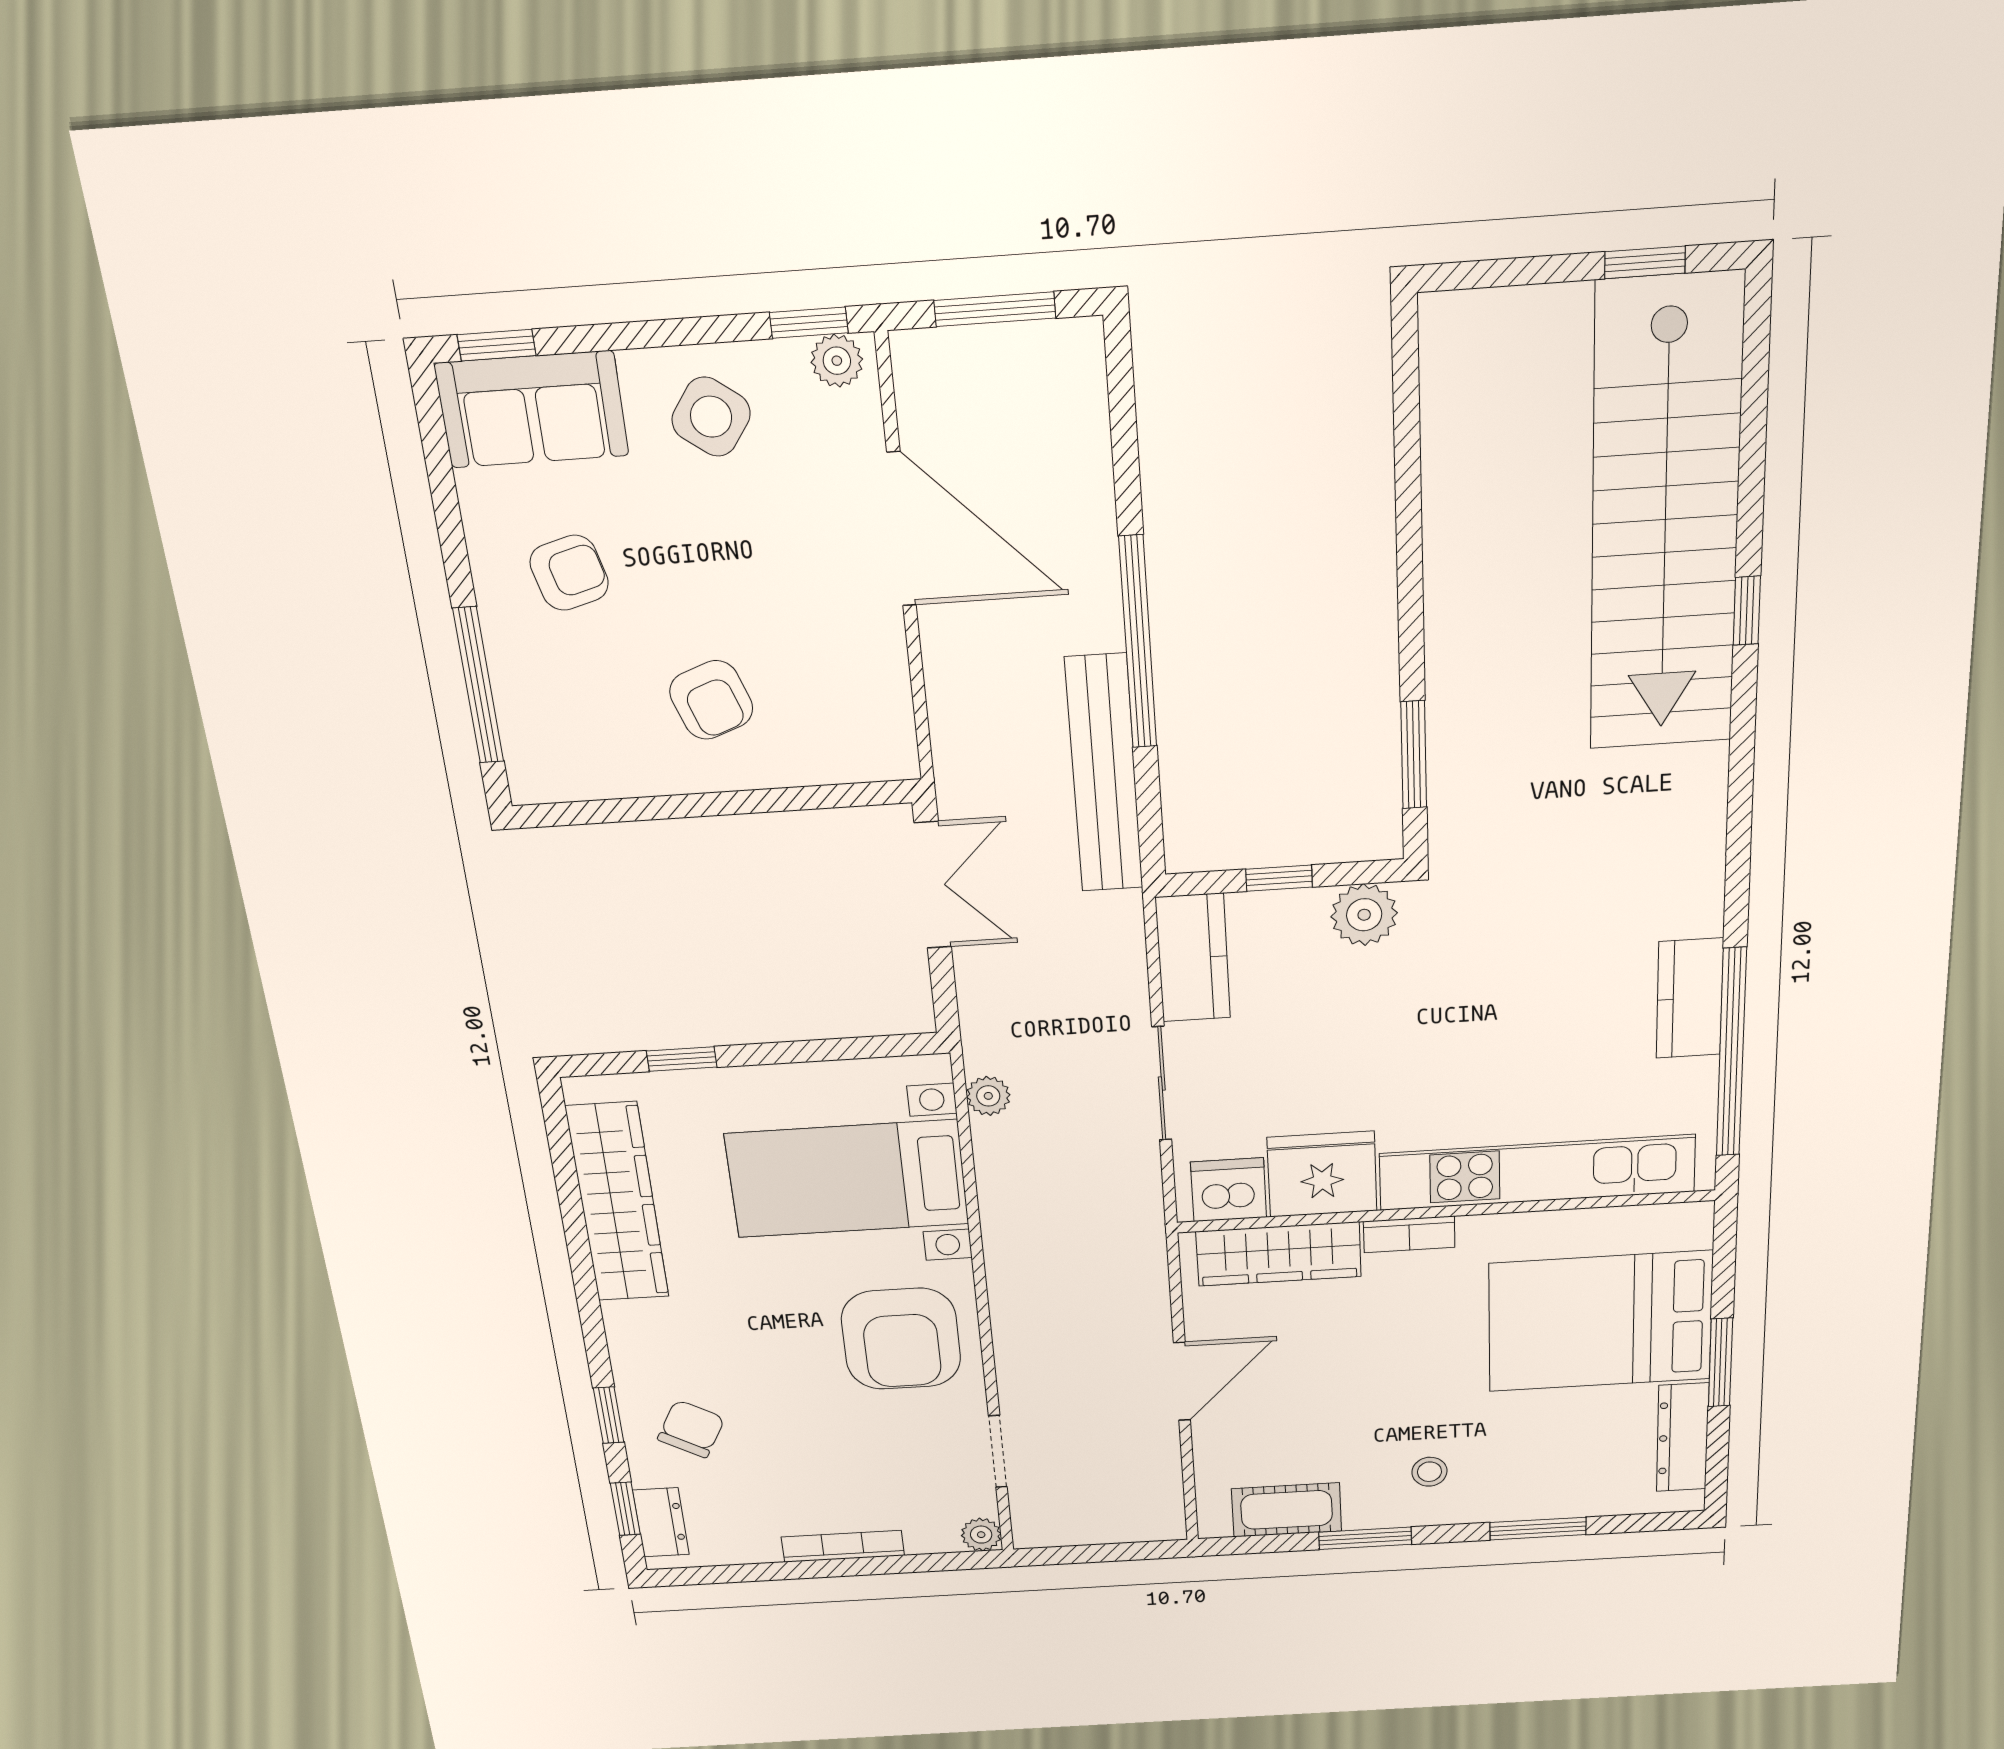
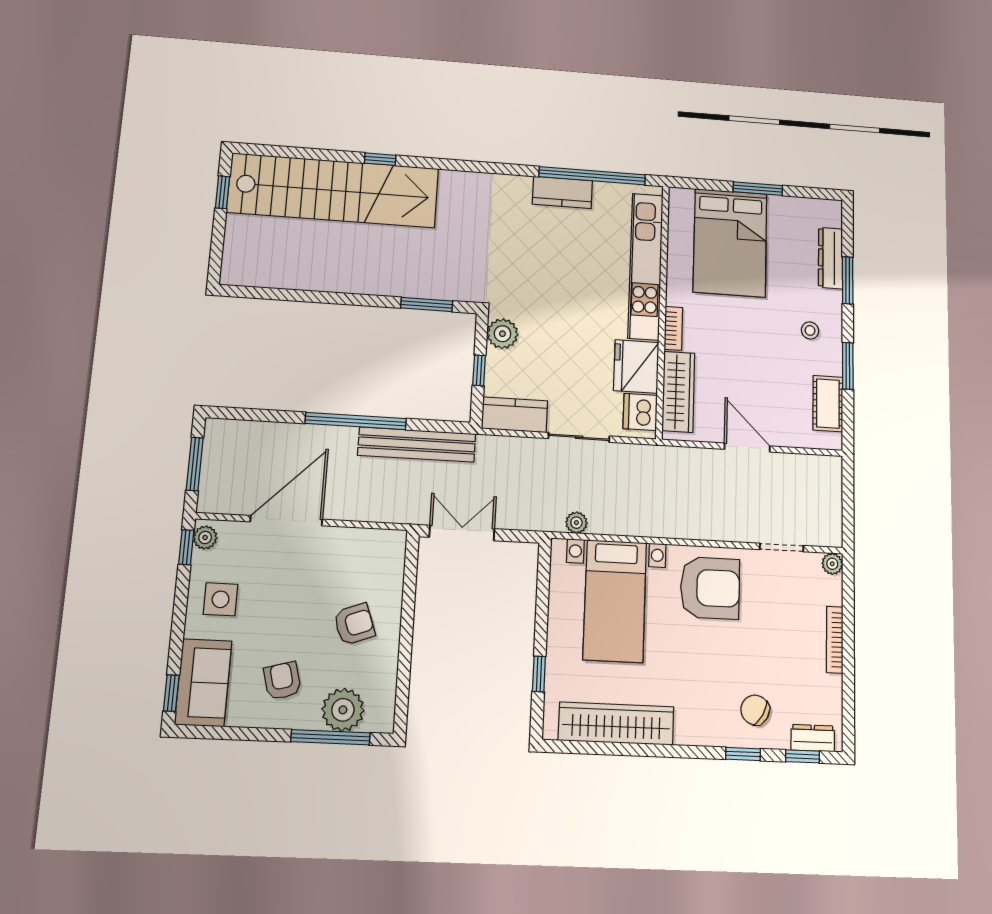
side table: (711, 417) -> (221, 599), turned -36
plant: (537, 702) -> (343, 710), added
dresser: (1683, 1437) -> (831, 258), moved, turned 90

